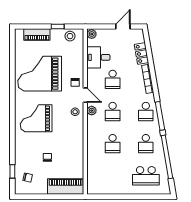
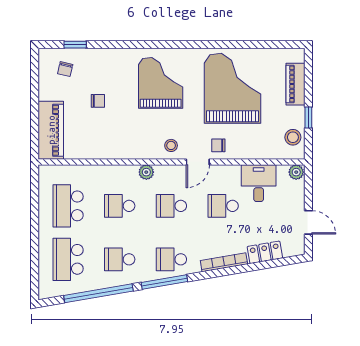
plant: (92, 111) -> (146, 172), moved
school desk: (113, 176) -> (68, 206), added

